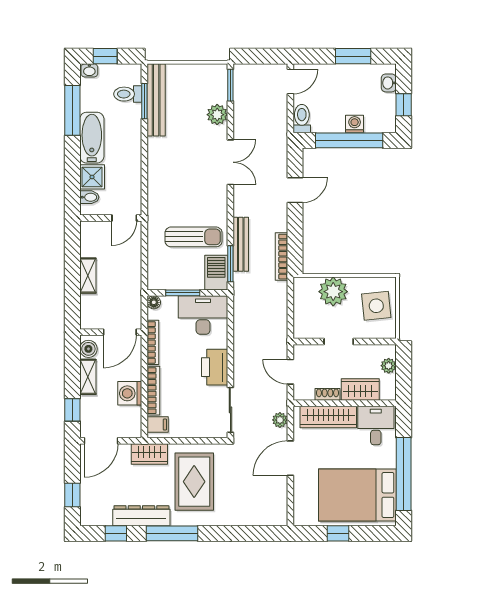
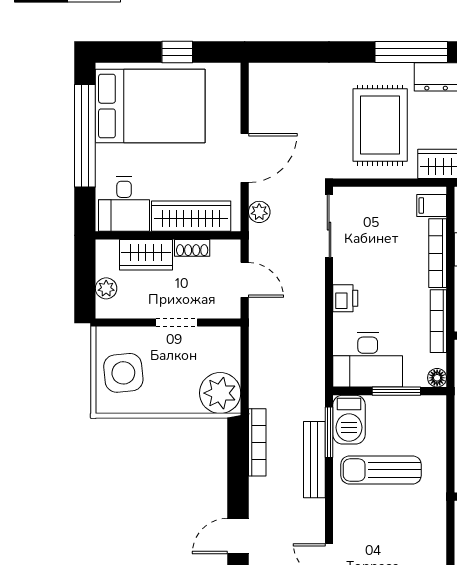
plant: (333, 292) -> (220, 393), moved
printer: (215, 367) -> (345, 298), width x0.53, depth x0.68

